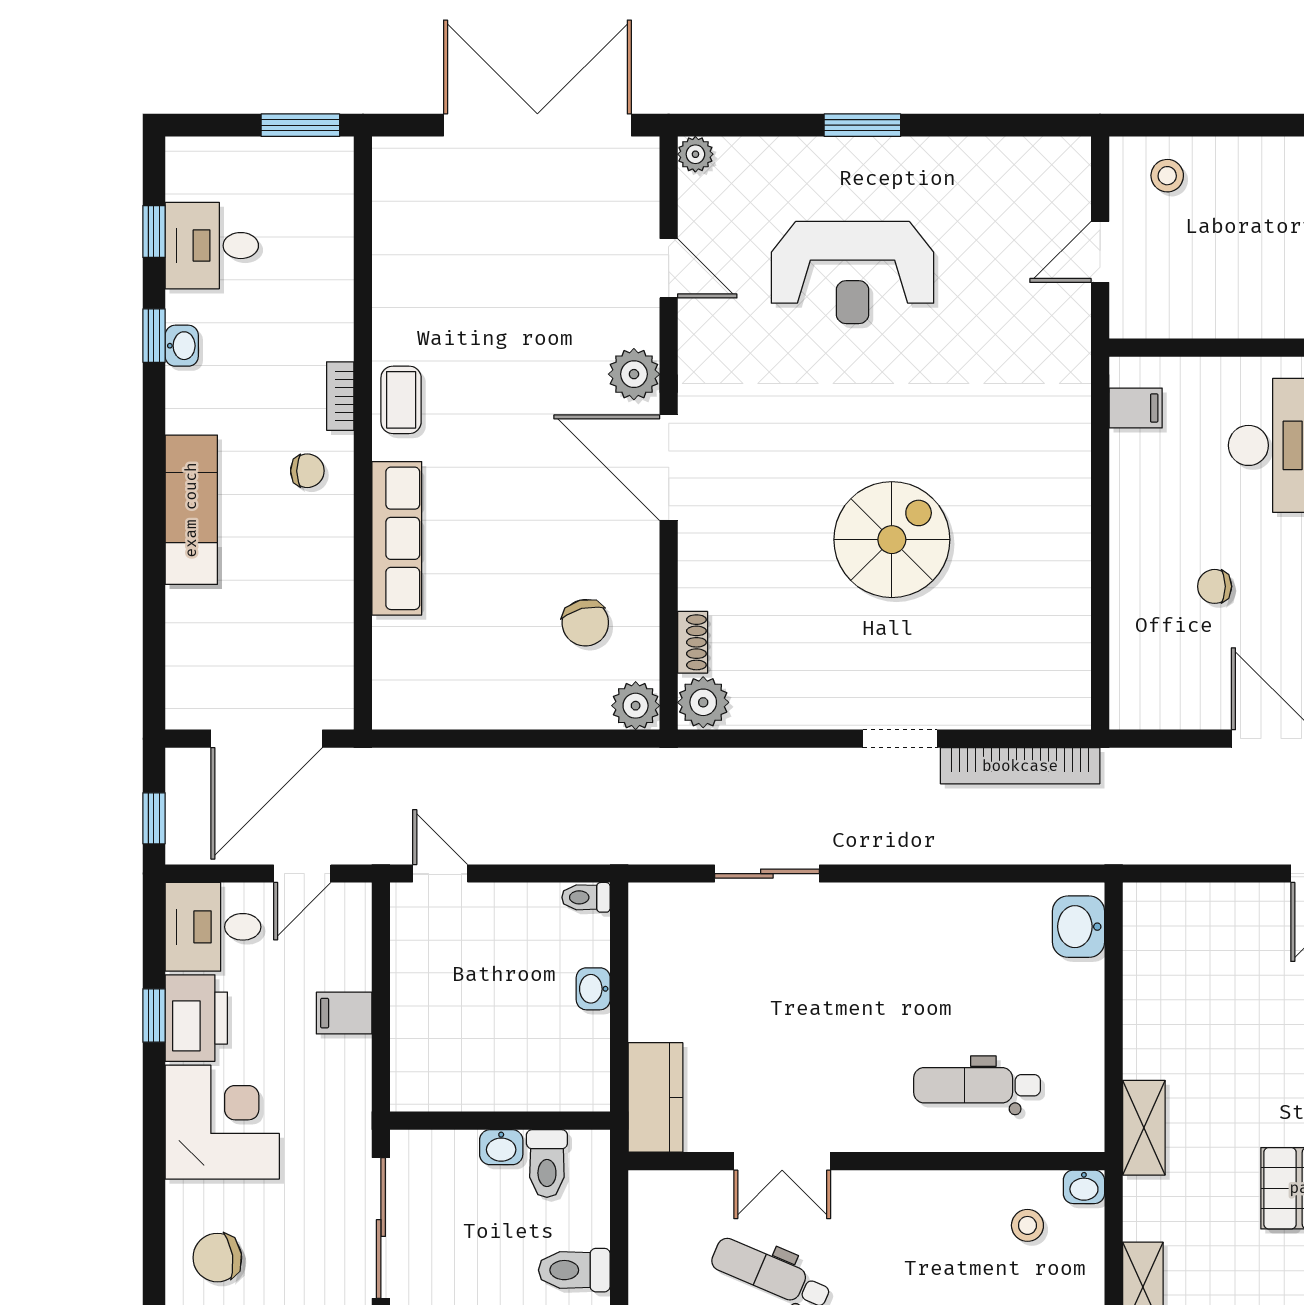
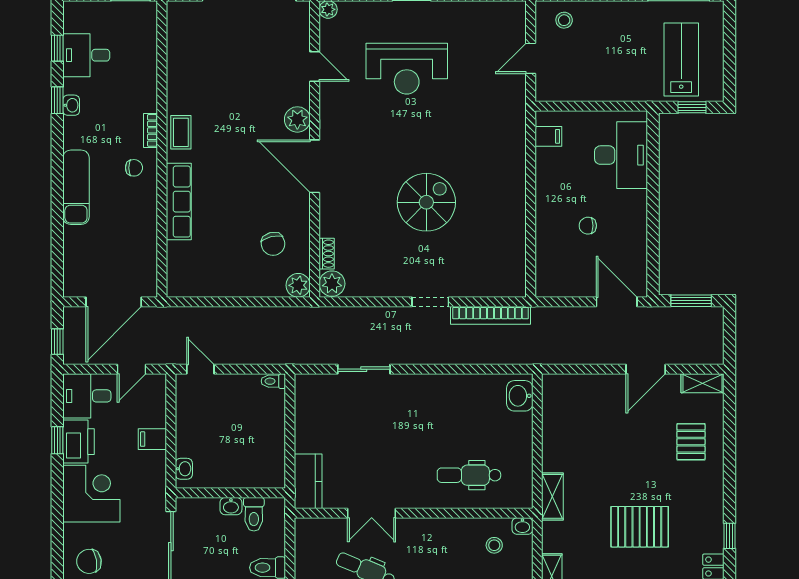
washbasin: (593, 989) -> (184, 469), moved, turned 180

